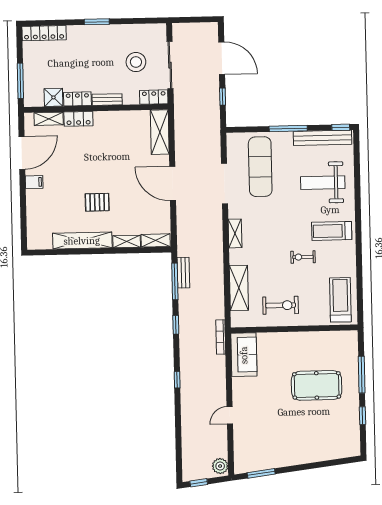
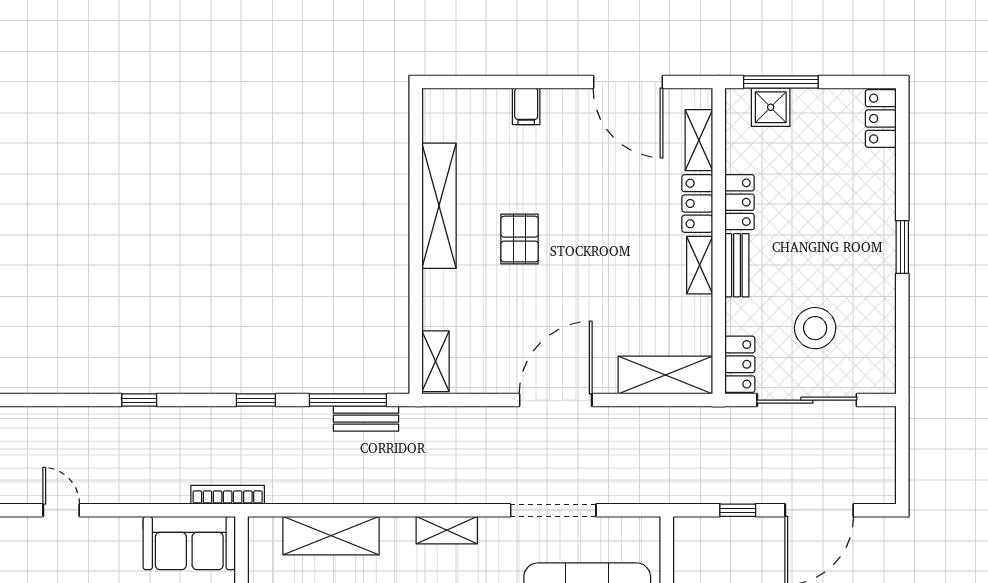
locker: (44, 33) -> (881, 119), width x0.66
shower: (53, 97) -> (771, 107), moved
filing cabinet: (34, 182) -> (526, 106), moved
shelving: (127, 241) -> (700, 265), moved

